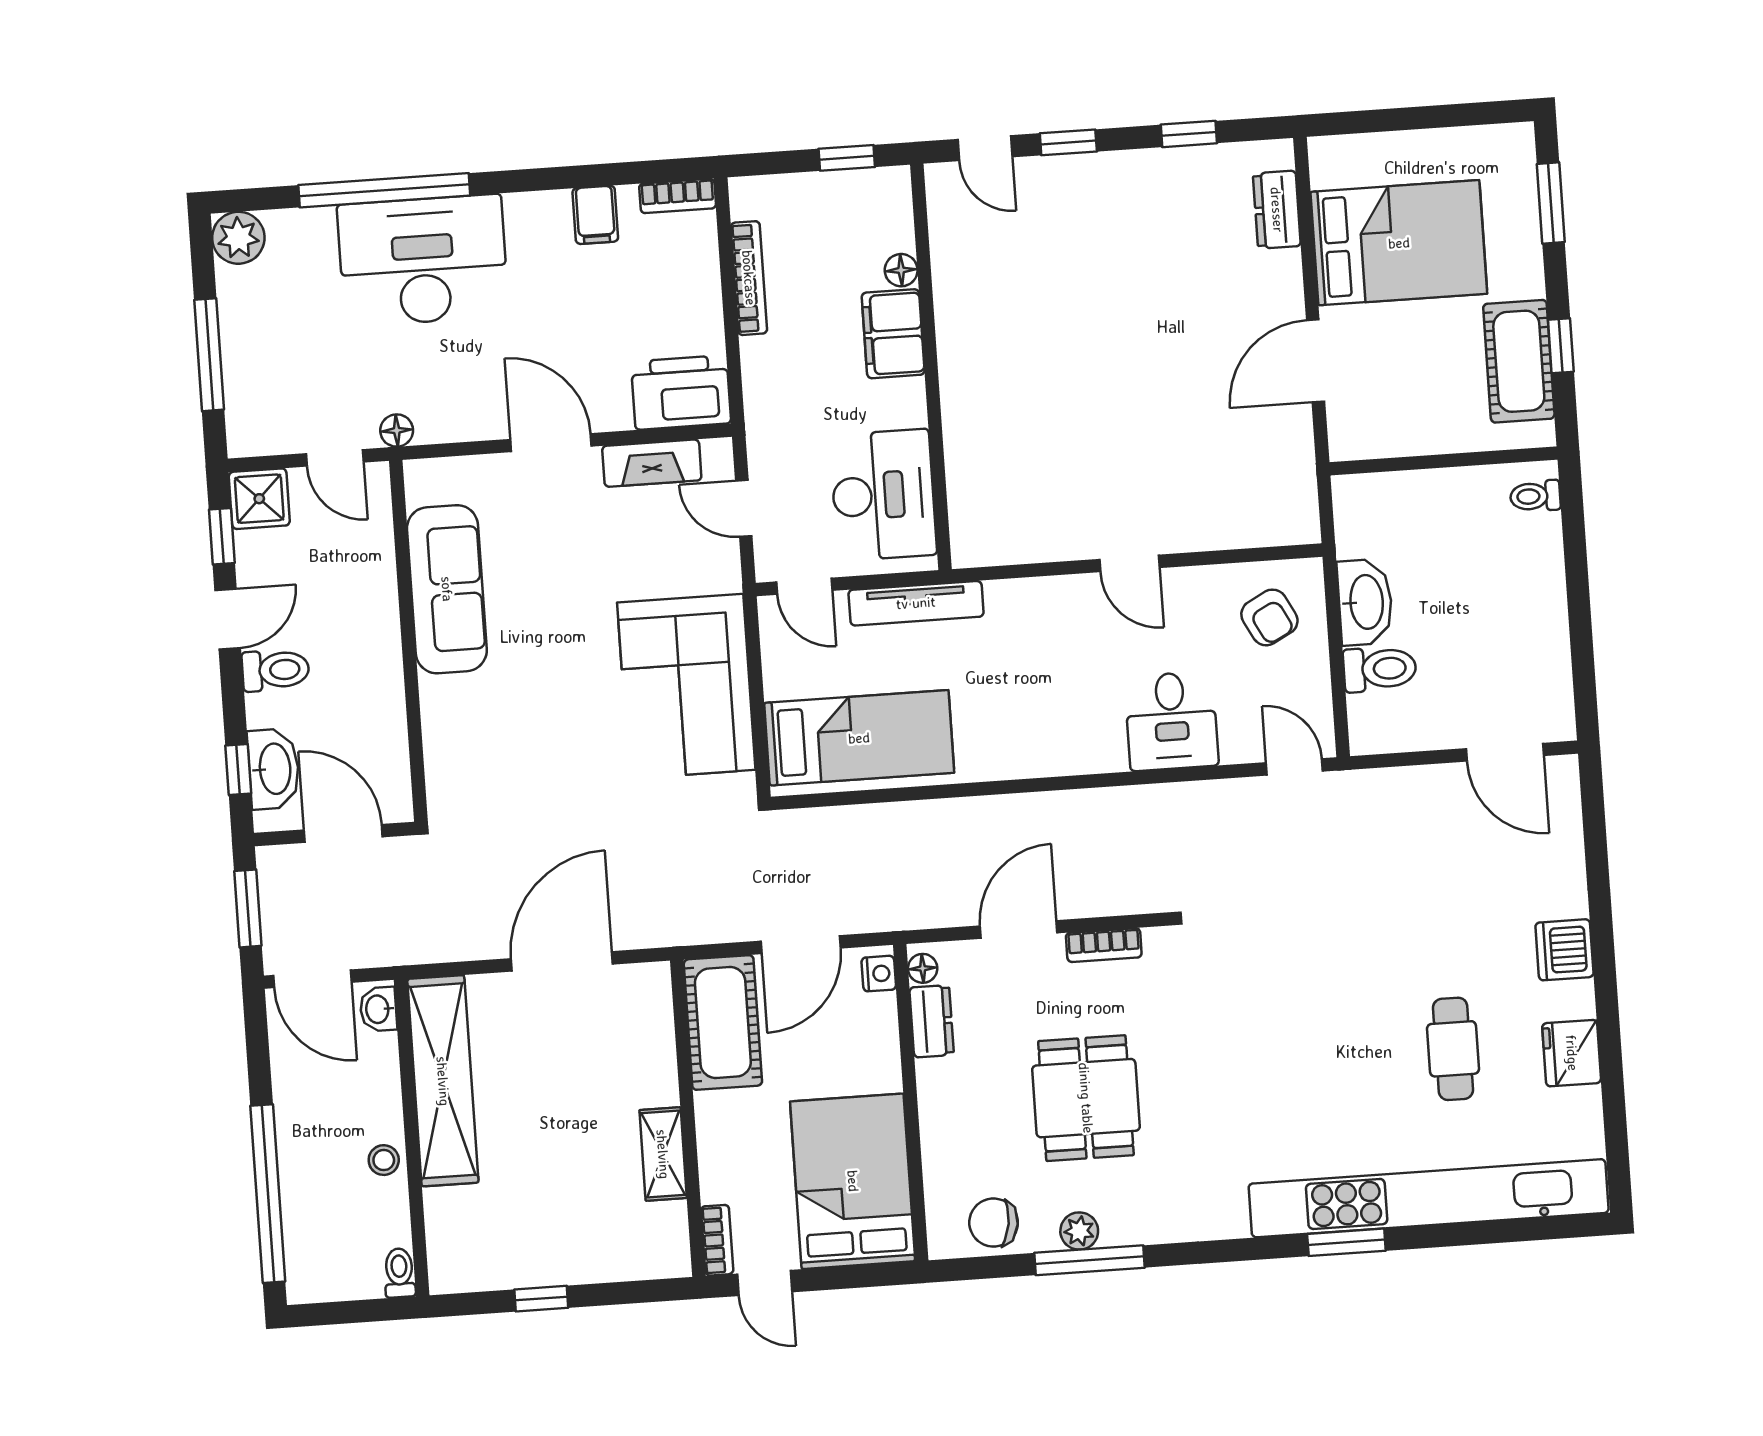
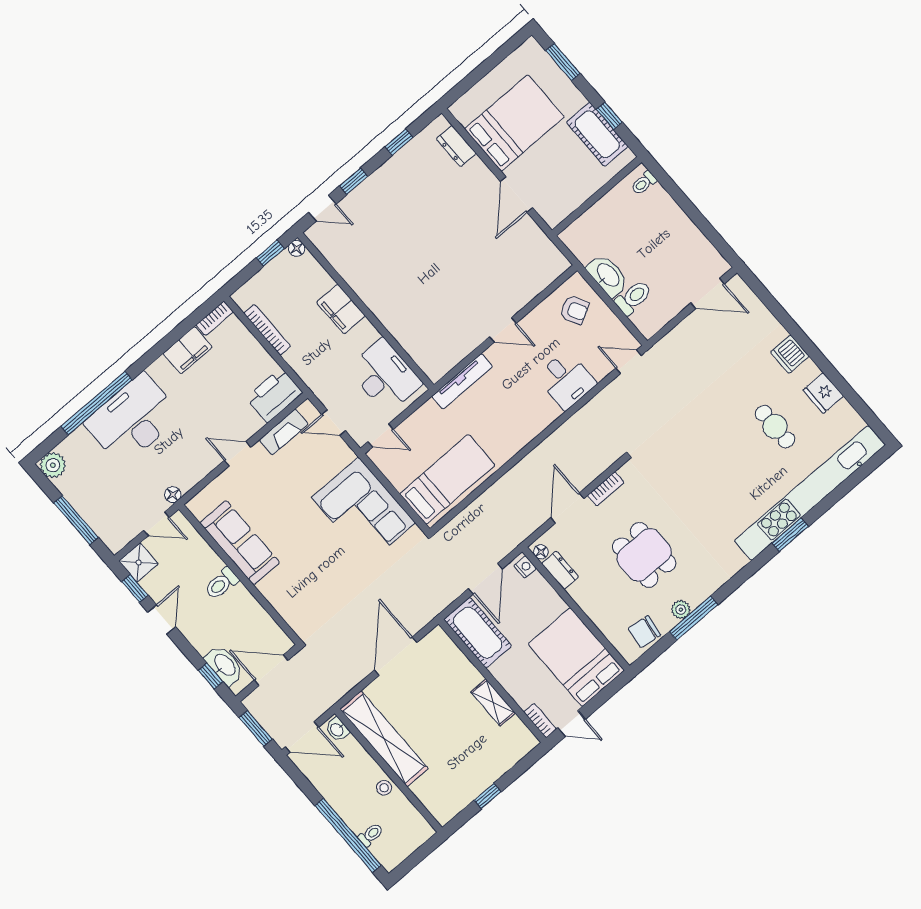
filing cabinet: (595, 215) -> (188, 350), width x2.00
floor lamp: (901, 270) -> (297, 248), moved
door: (551, 443) -> (238, 454), width x0.73
tv unit: (916, 603) -> (462, 381), moved
toilet: (276, 670) -> (222, 584), moved, turned 180
toilet: (399, 1273) -> (371, 835), moved, turned 90

